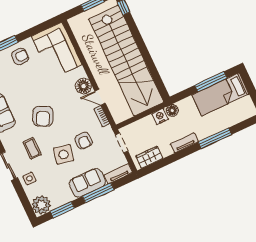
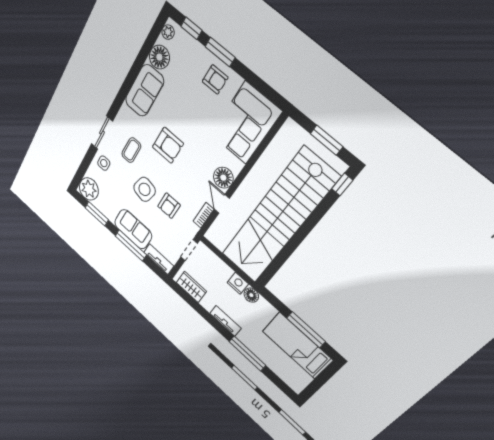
armchair: (43, 116) -> (168, 145), turned -116

